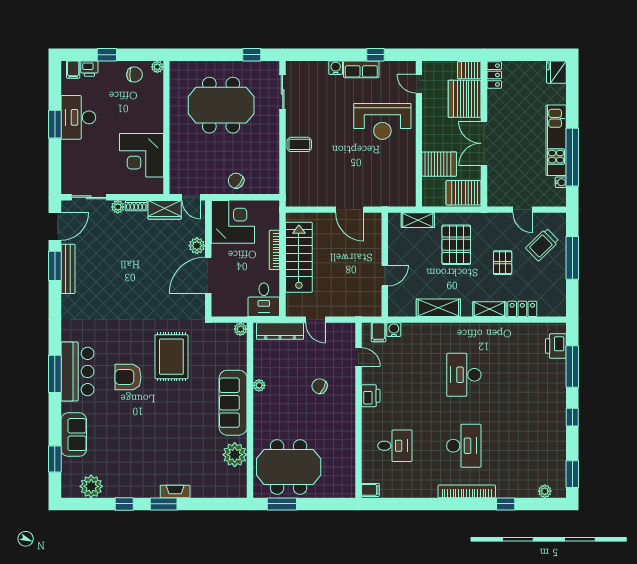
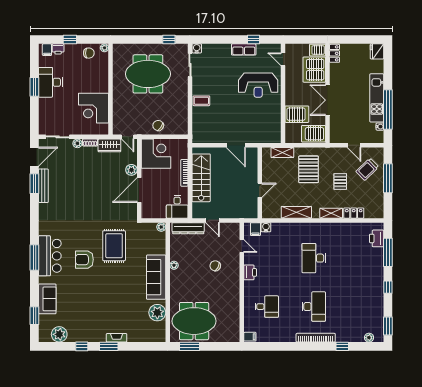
water cooler: (336, 68) -> (197, 48), moved

